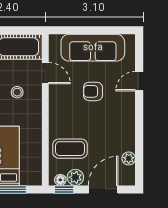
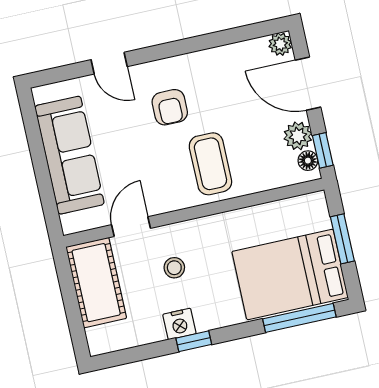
armchair: (93, 91) -> (170, 107), moved
coffee table: (70, 149) -> (210, 164), moved
plant: (129, 158) -> (280, 44), moved

